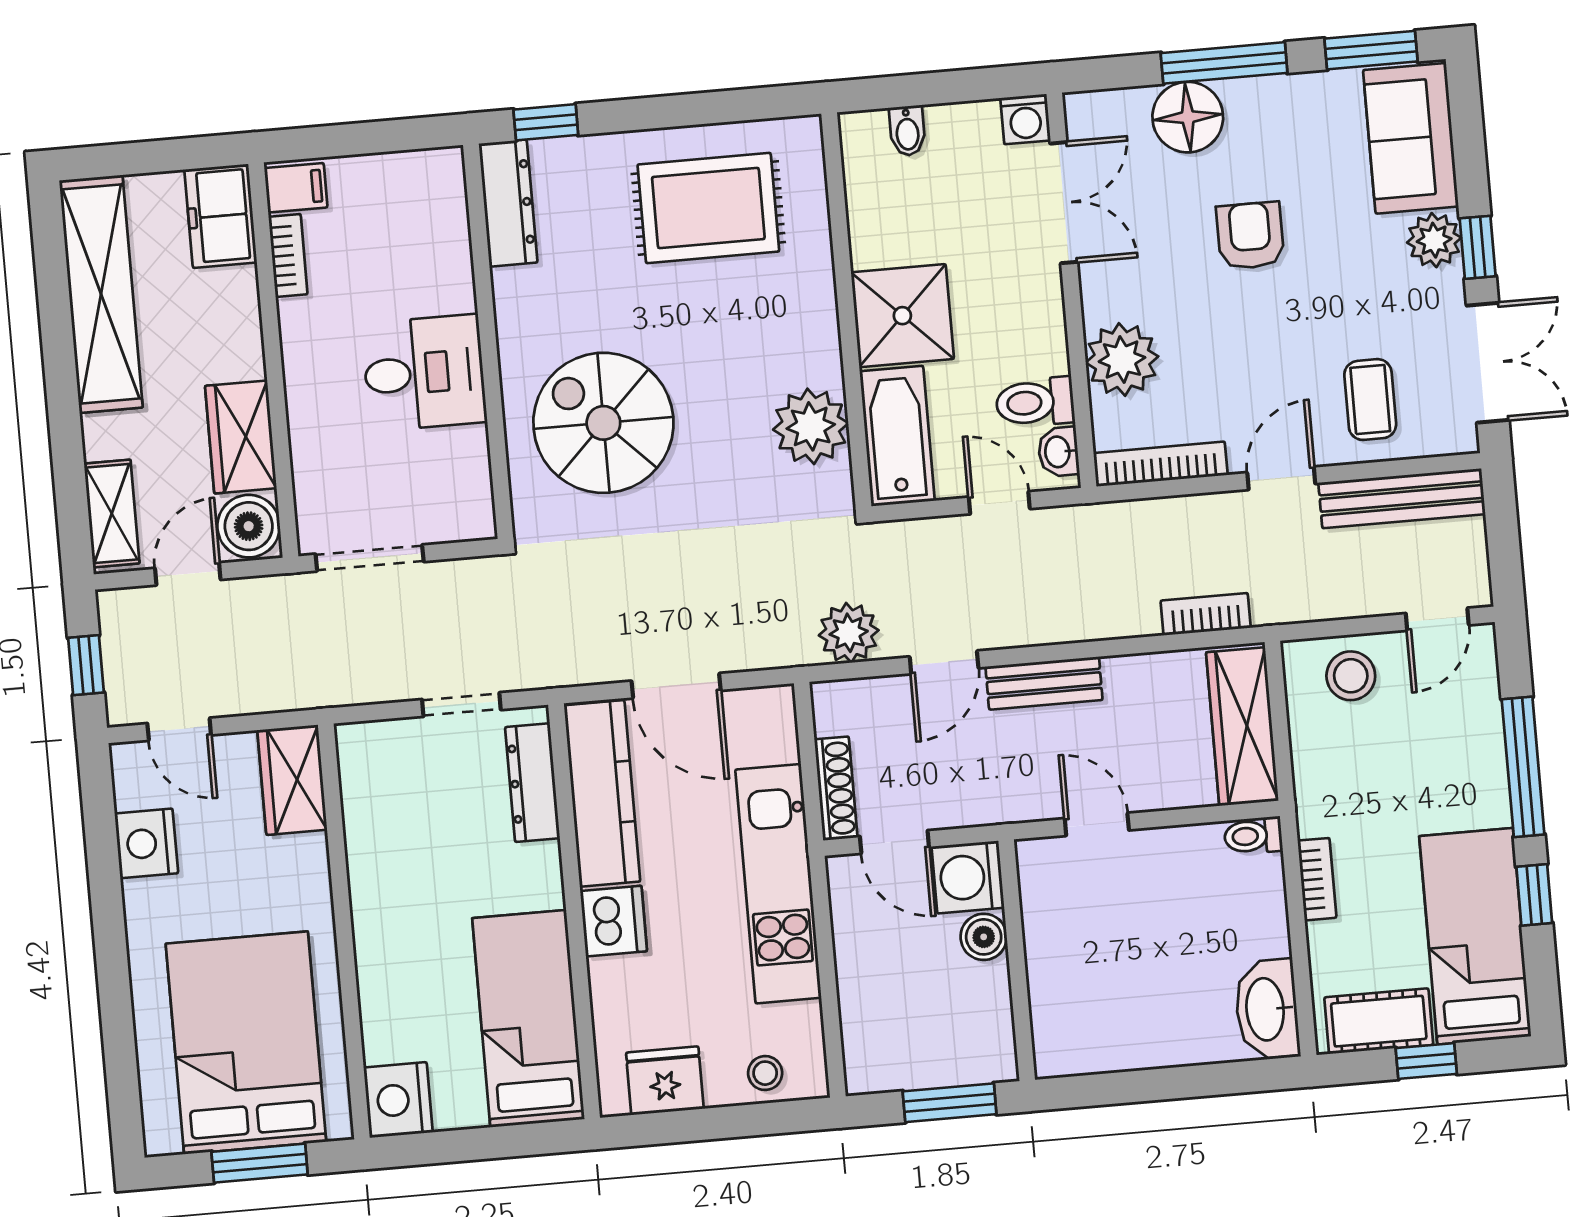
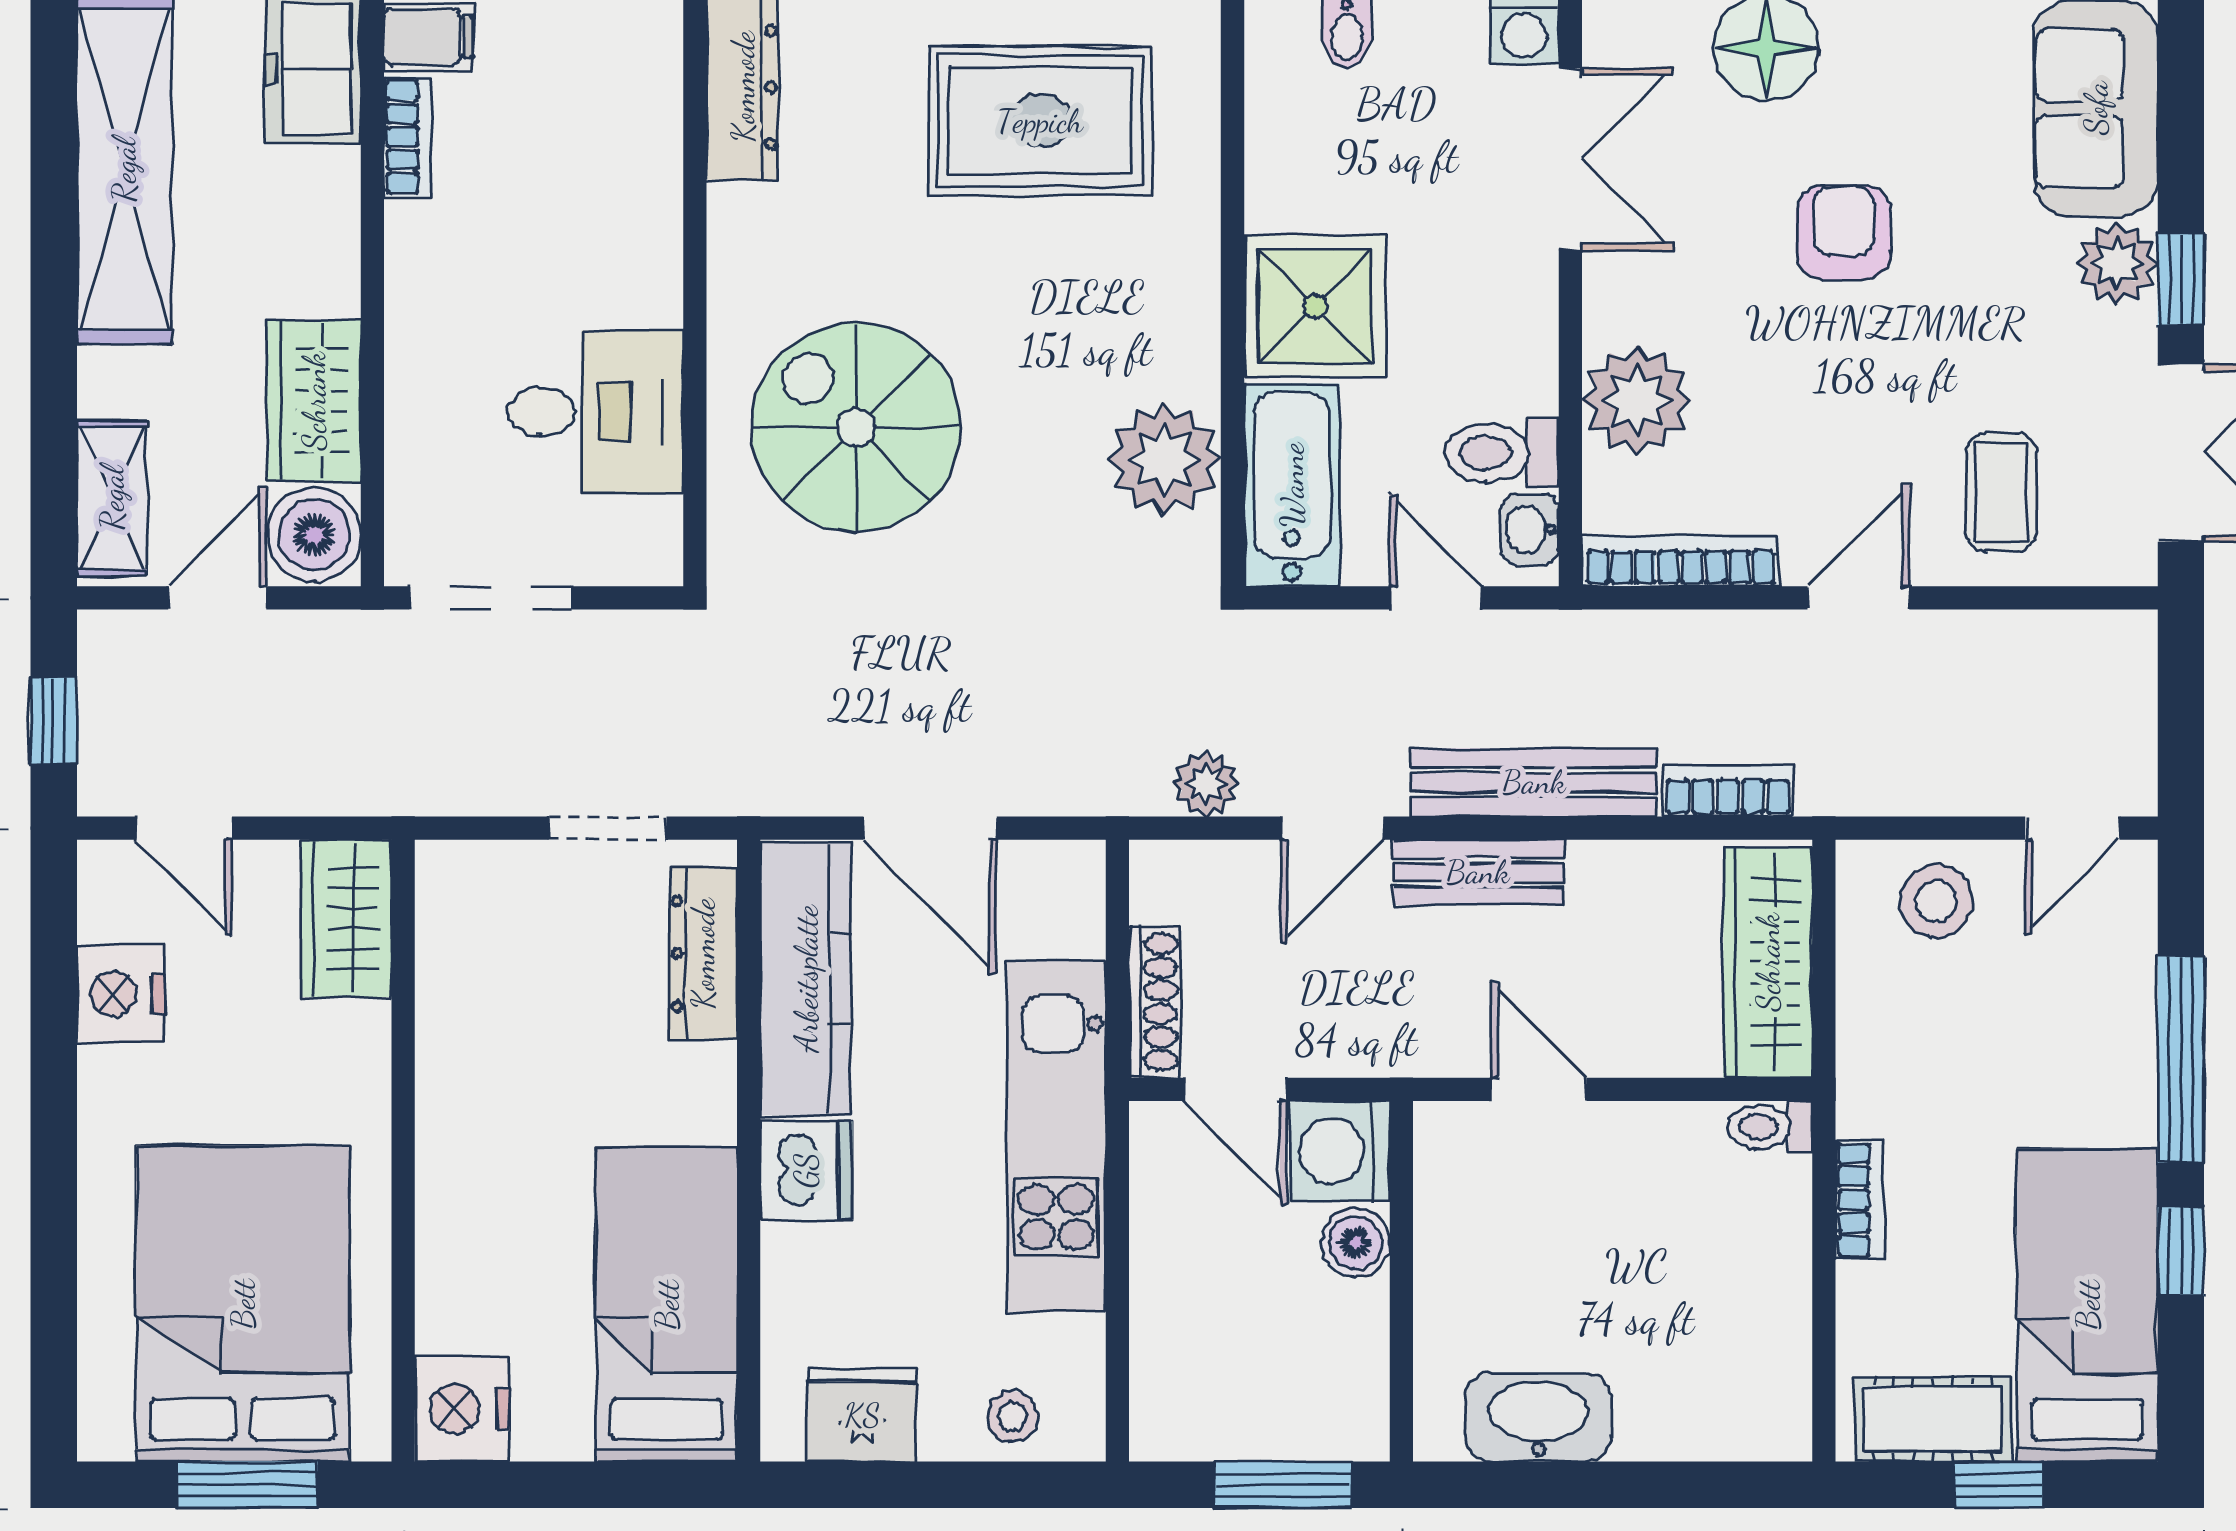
desk: (424, 373) -> (596, 412), moved
bench: (1402, 498) -> (1534, 782), moved
plant: (849, 633) -> (1206, 784), width x0.73, depth x0.73
washbasin: (1267, 1009) -> (1538, 1417), moved, turned 90

